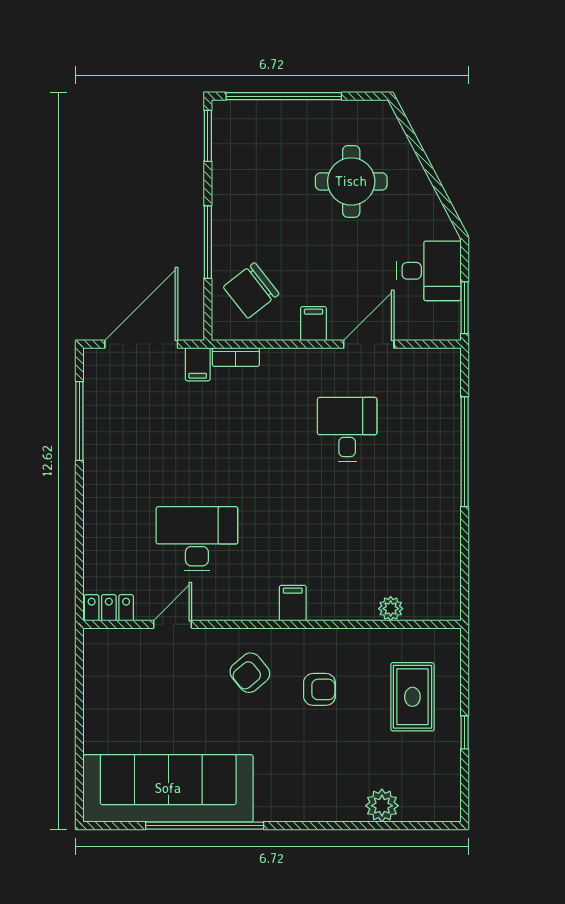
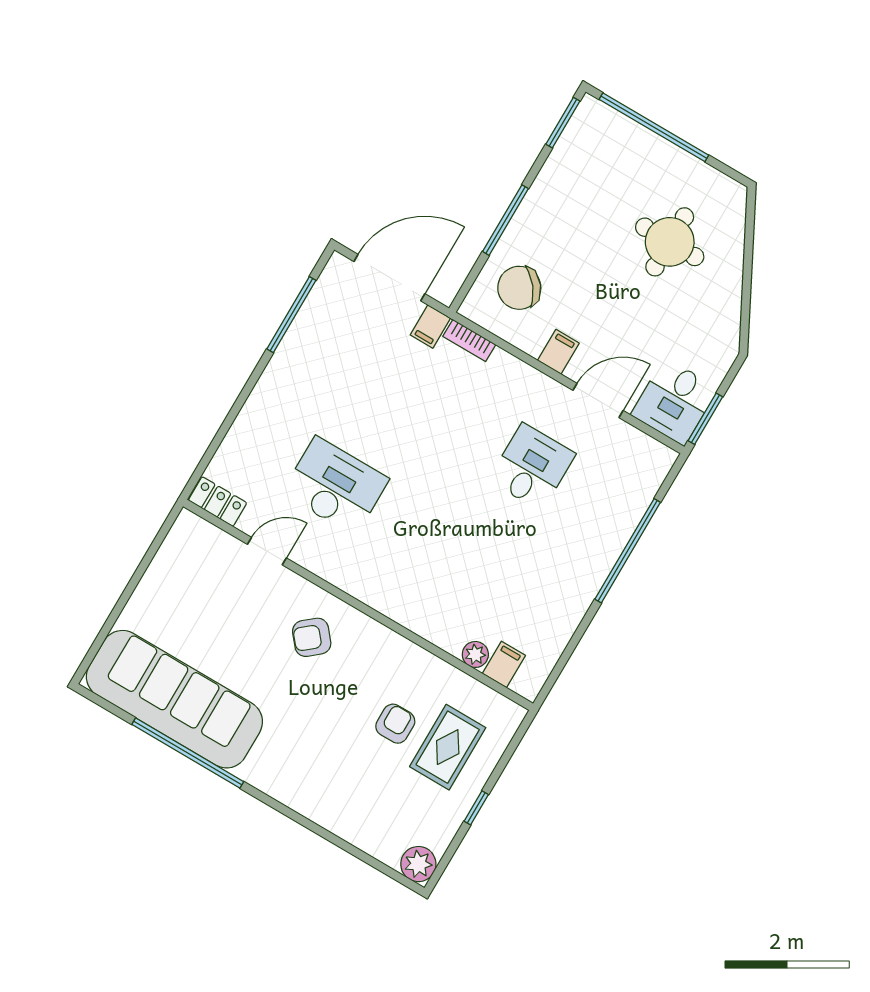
desk: (429, 271) -> (674, 402), moved, turned 90
filing cabinet: (293, 603) -> (504, 664), moved
armchair: (319, 689) -> (395, 724), moved, turned -90
plant: (382, 806) -> (418, 864), moved

